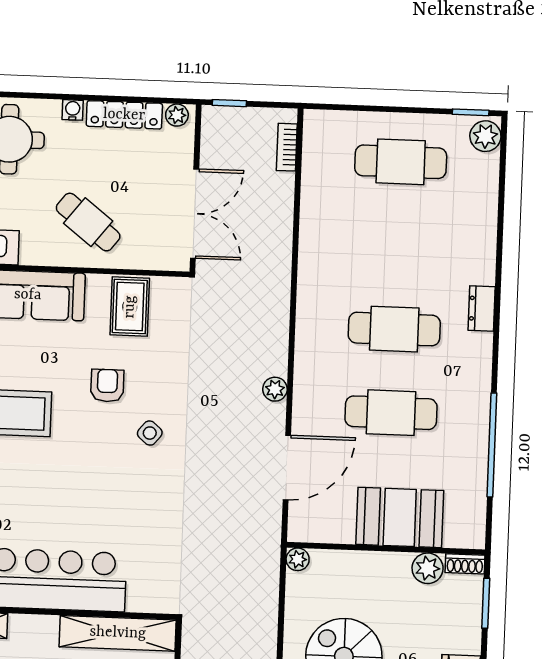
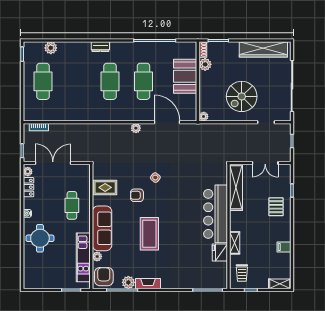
locker: (124, 115) -> (28, 187), width x0.66
plant: (485, 136) -> (51, 48), moved
double door: (195, 214) -> (53, 163), moved
cafe table: (88, 222) -> (72, 205), turned -38

